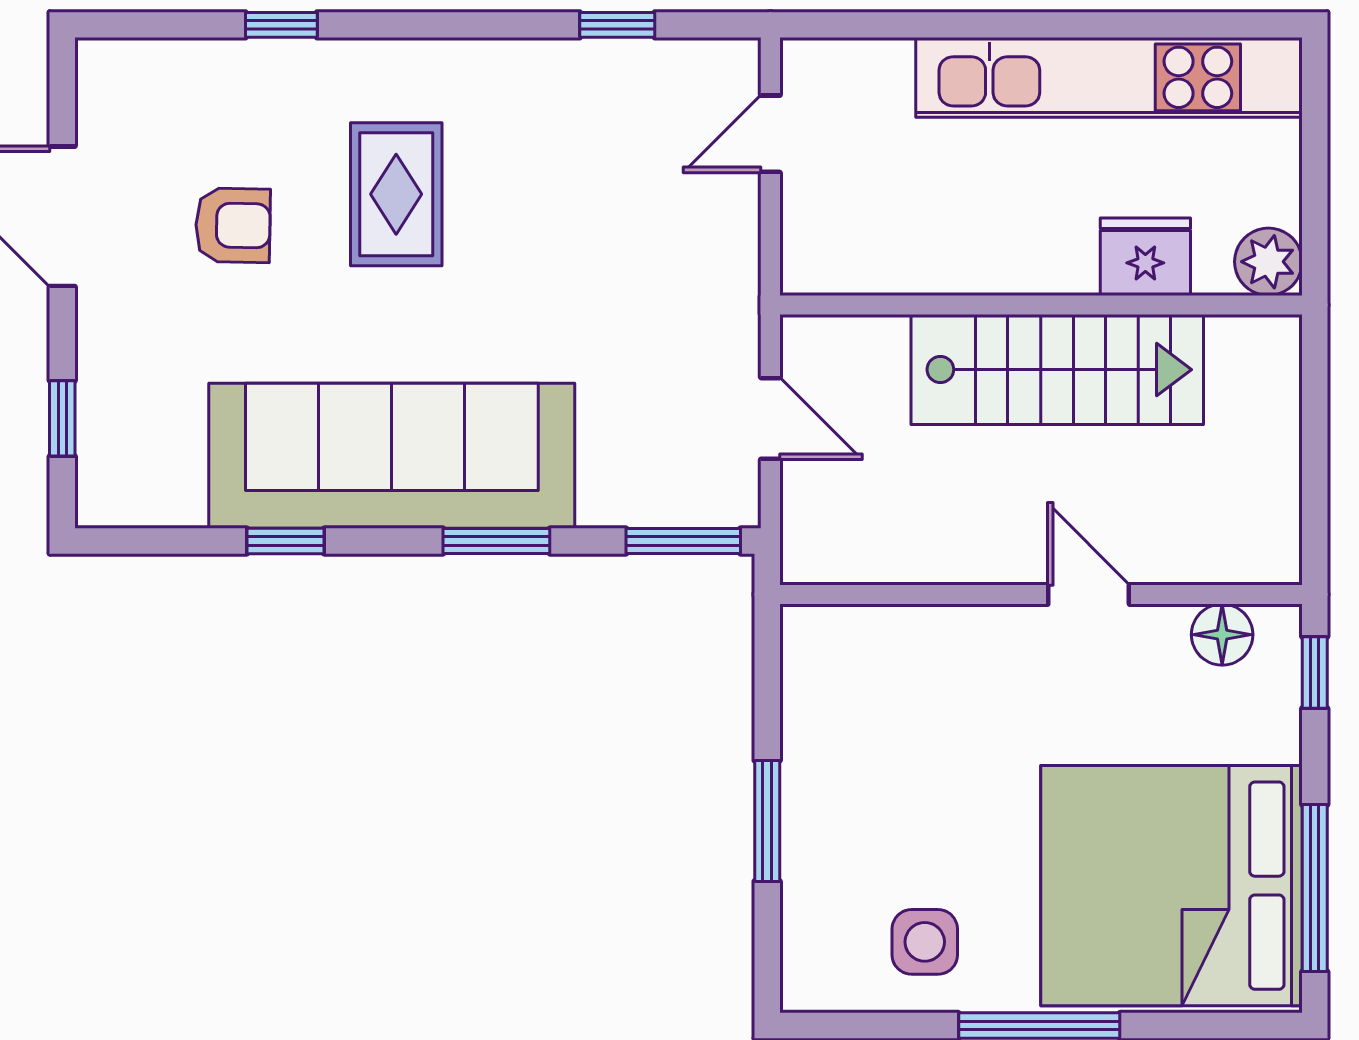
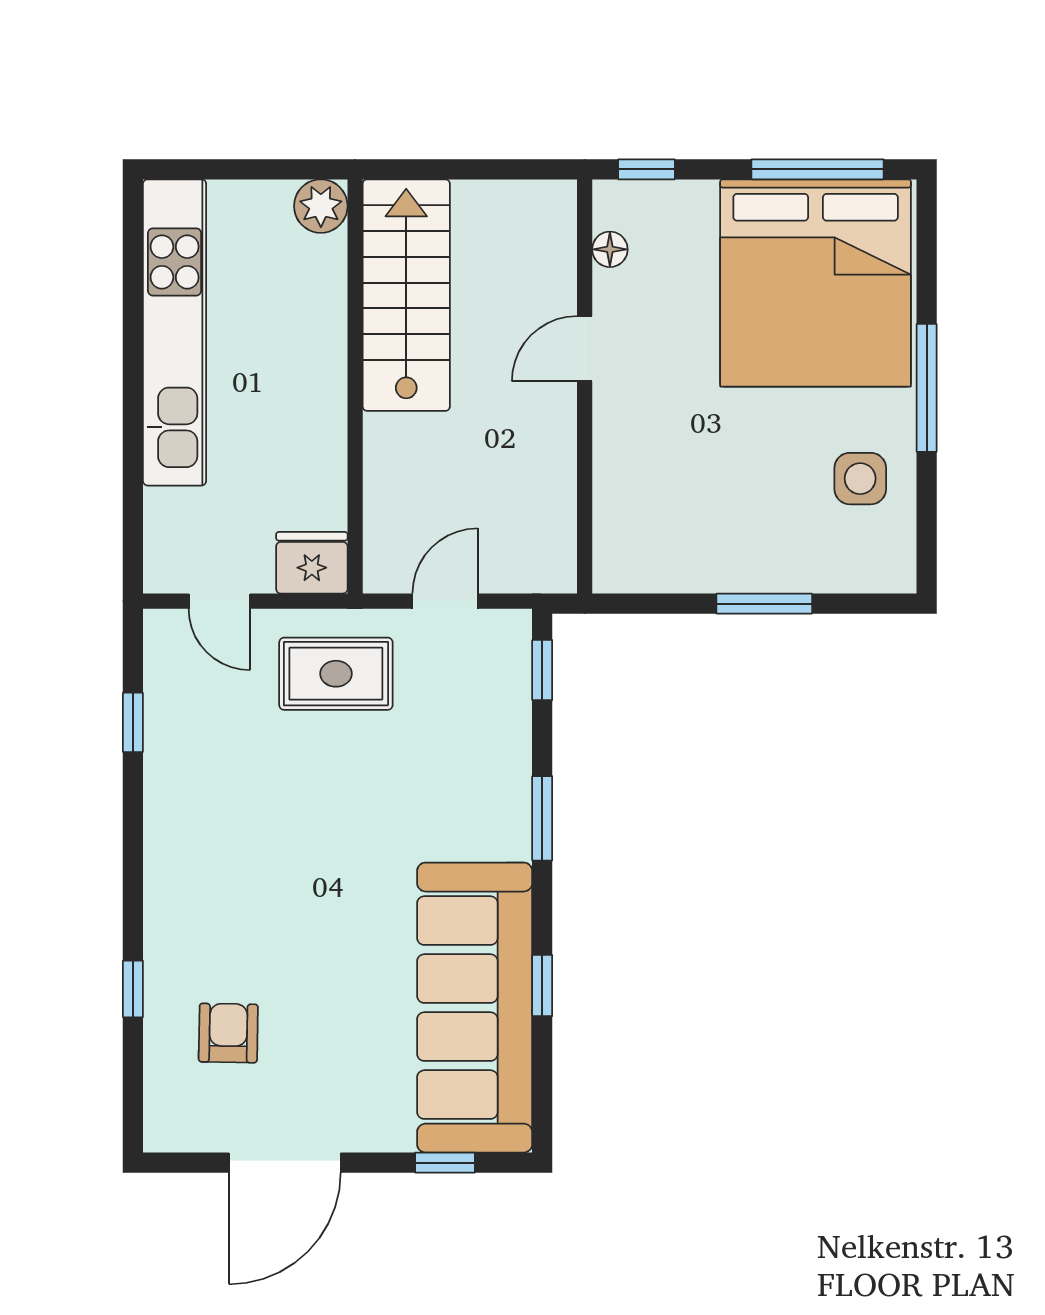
rug: (396, 194) -> (336, 674), moved
armchair: (233, 225) -> (228, 1033), moved
fridge: (1145, 257) -> (312, 563), moved, turned 90
stairs: (1057, 370) -> (406, 295), moved
sofa: (392, 456) -> (475, 1008), moved
window: (683, 541) -> (542, 670), width x0.67
floor lamp: (1222, 635) -> (610, 249), width x0.73, depth x0.73

